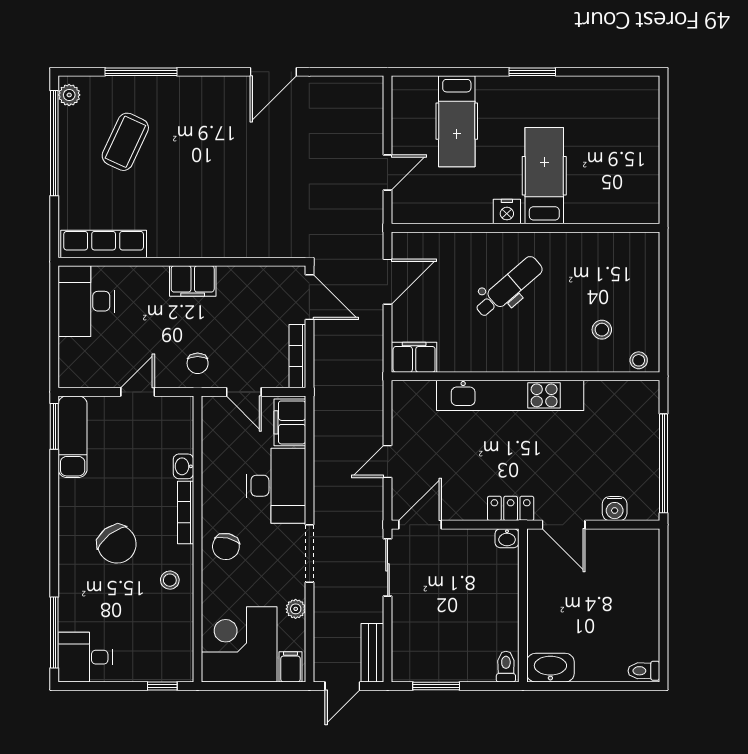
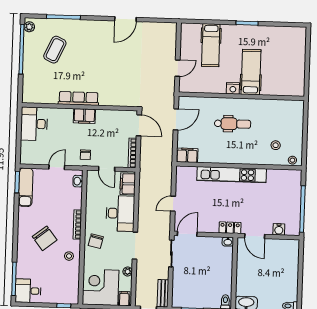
row of seats: (104, 244) -> (79, 98), moved
dental chair: (509, 287) -> (233, 124), turned 41
washbasin: (183, 466) -> (78, 181), moved

